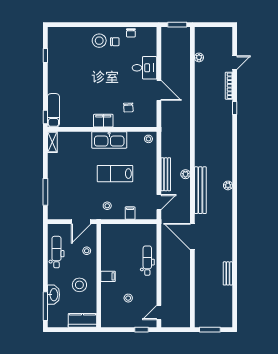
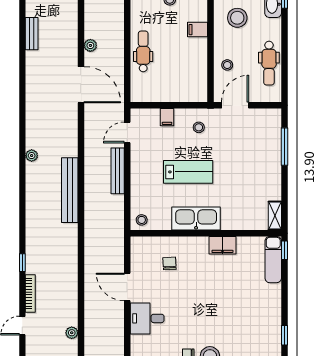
filing cabinet: (103, 121) -> (222, 245), moved
plant: (185, 174) -> (90, 45), moved
bench: (200, 190) -> (70, 190), moved
dental chair: (147, 261) -> (143, 51), turned 180

